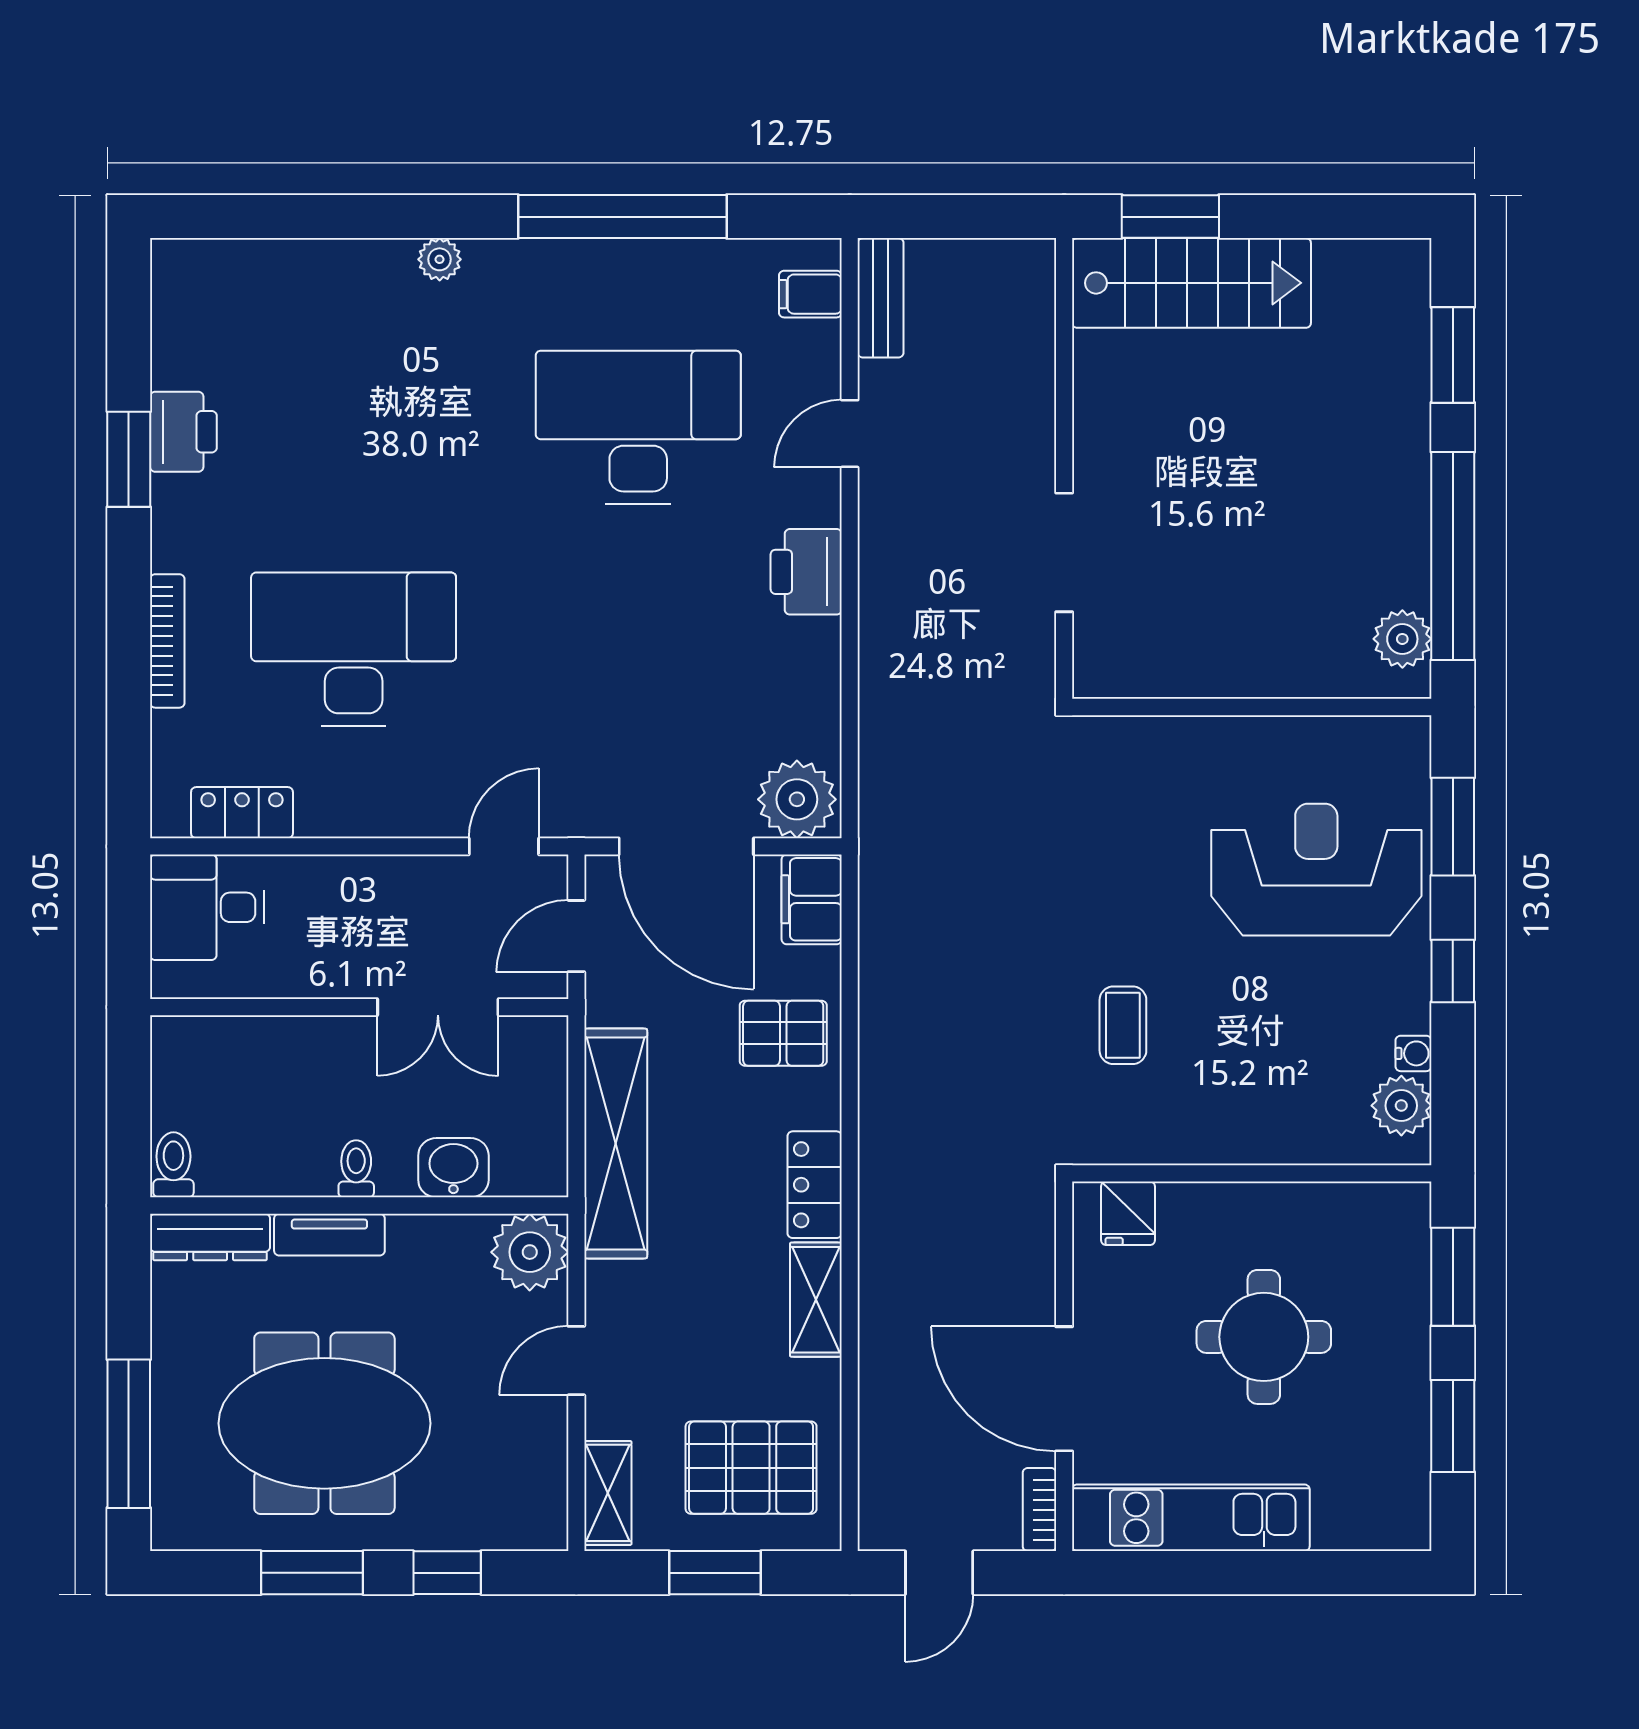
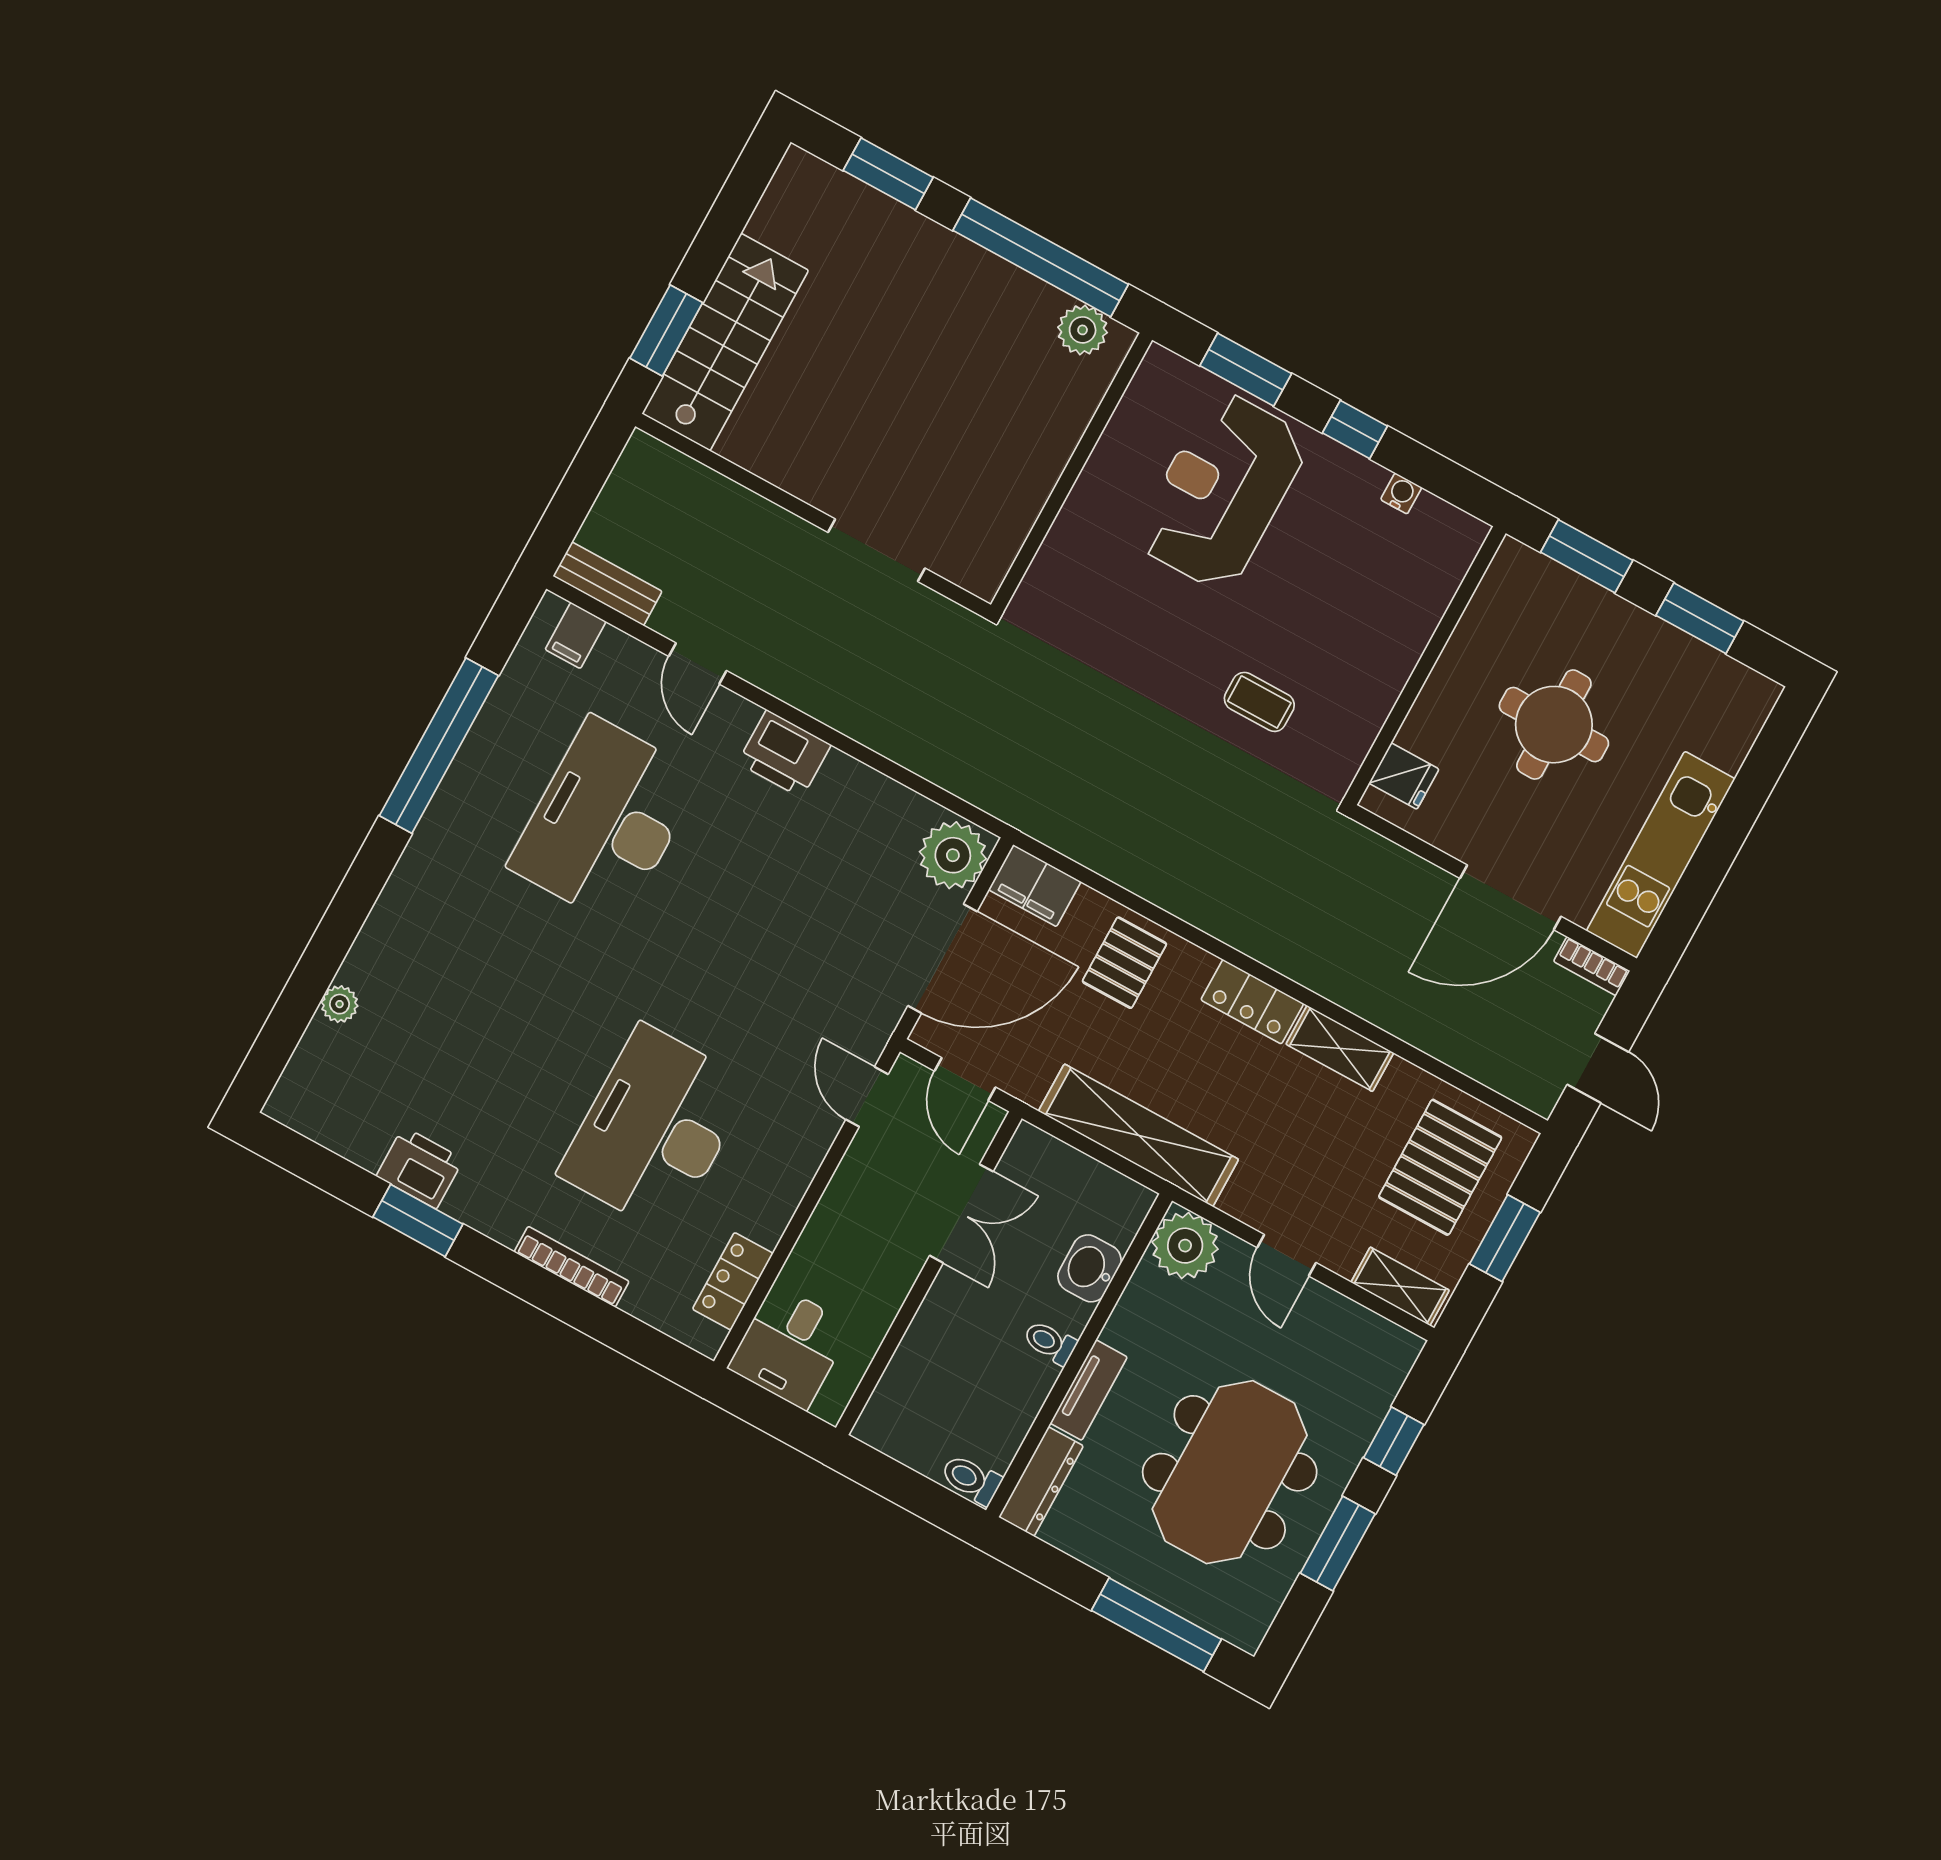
plant: (440, 259) -> (340, 1004), moved
plant: (1401, 1106) -> (1436, 524), removed

